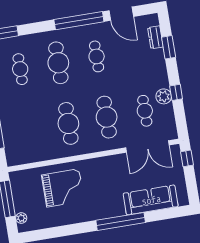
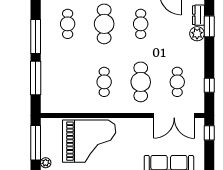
window: (176, 92) -> (209, 85), moved
plant: (164, 96) -> (197, 34), moved
cafe table: (68, 123) -> (104, 82), width x0.73, depth x0.74
grand piano: (63, 188) -> (89, 141), width x1.37, depth x1.48

